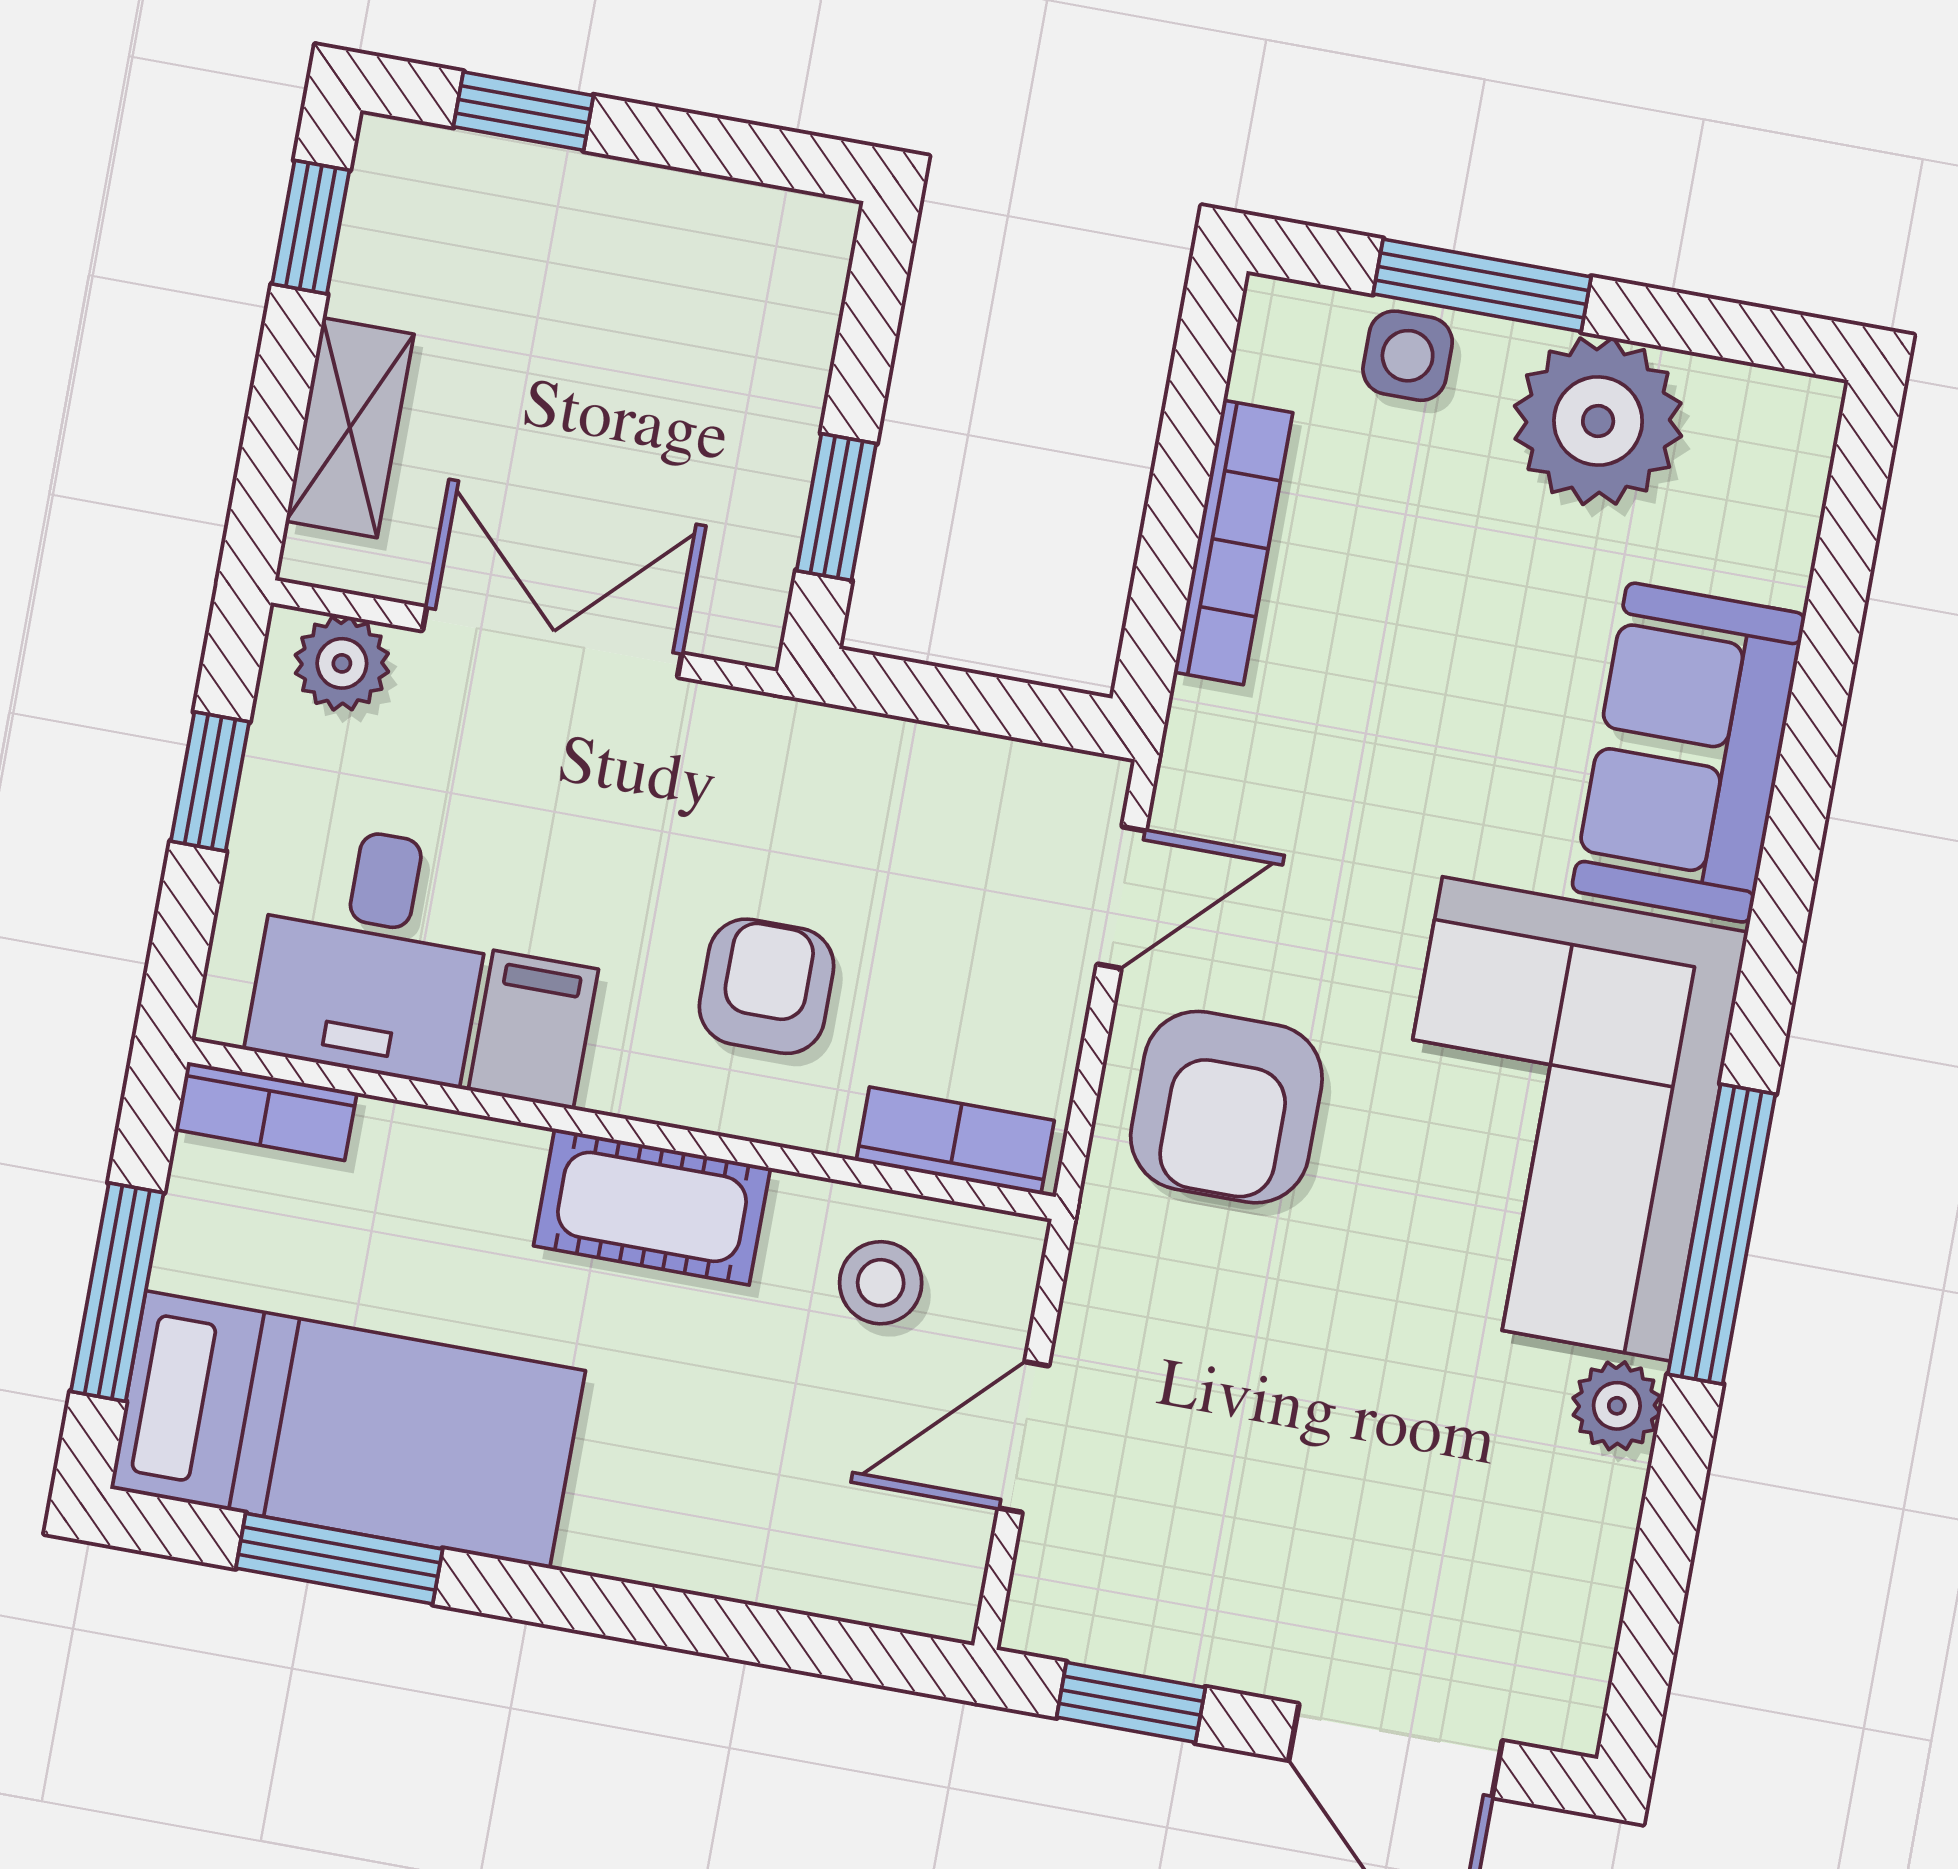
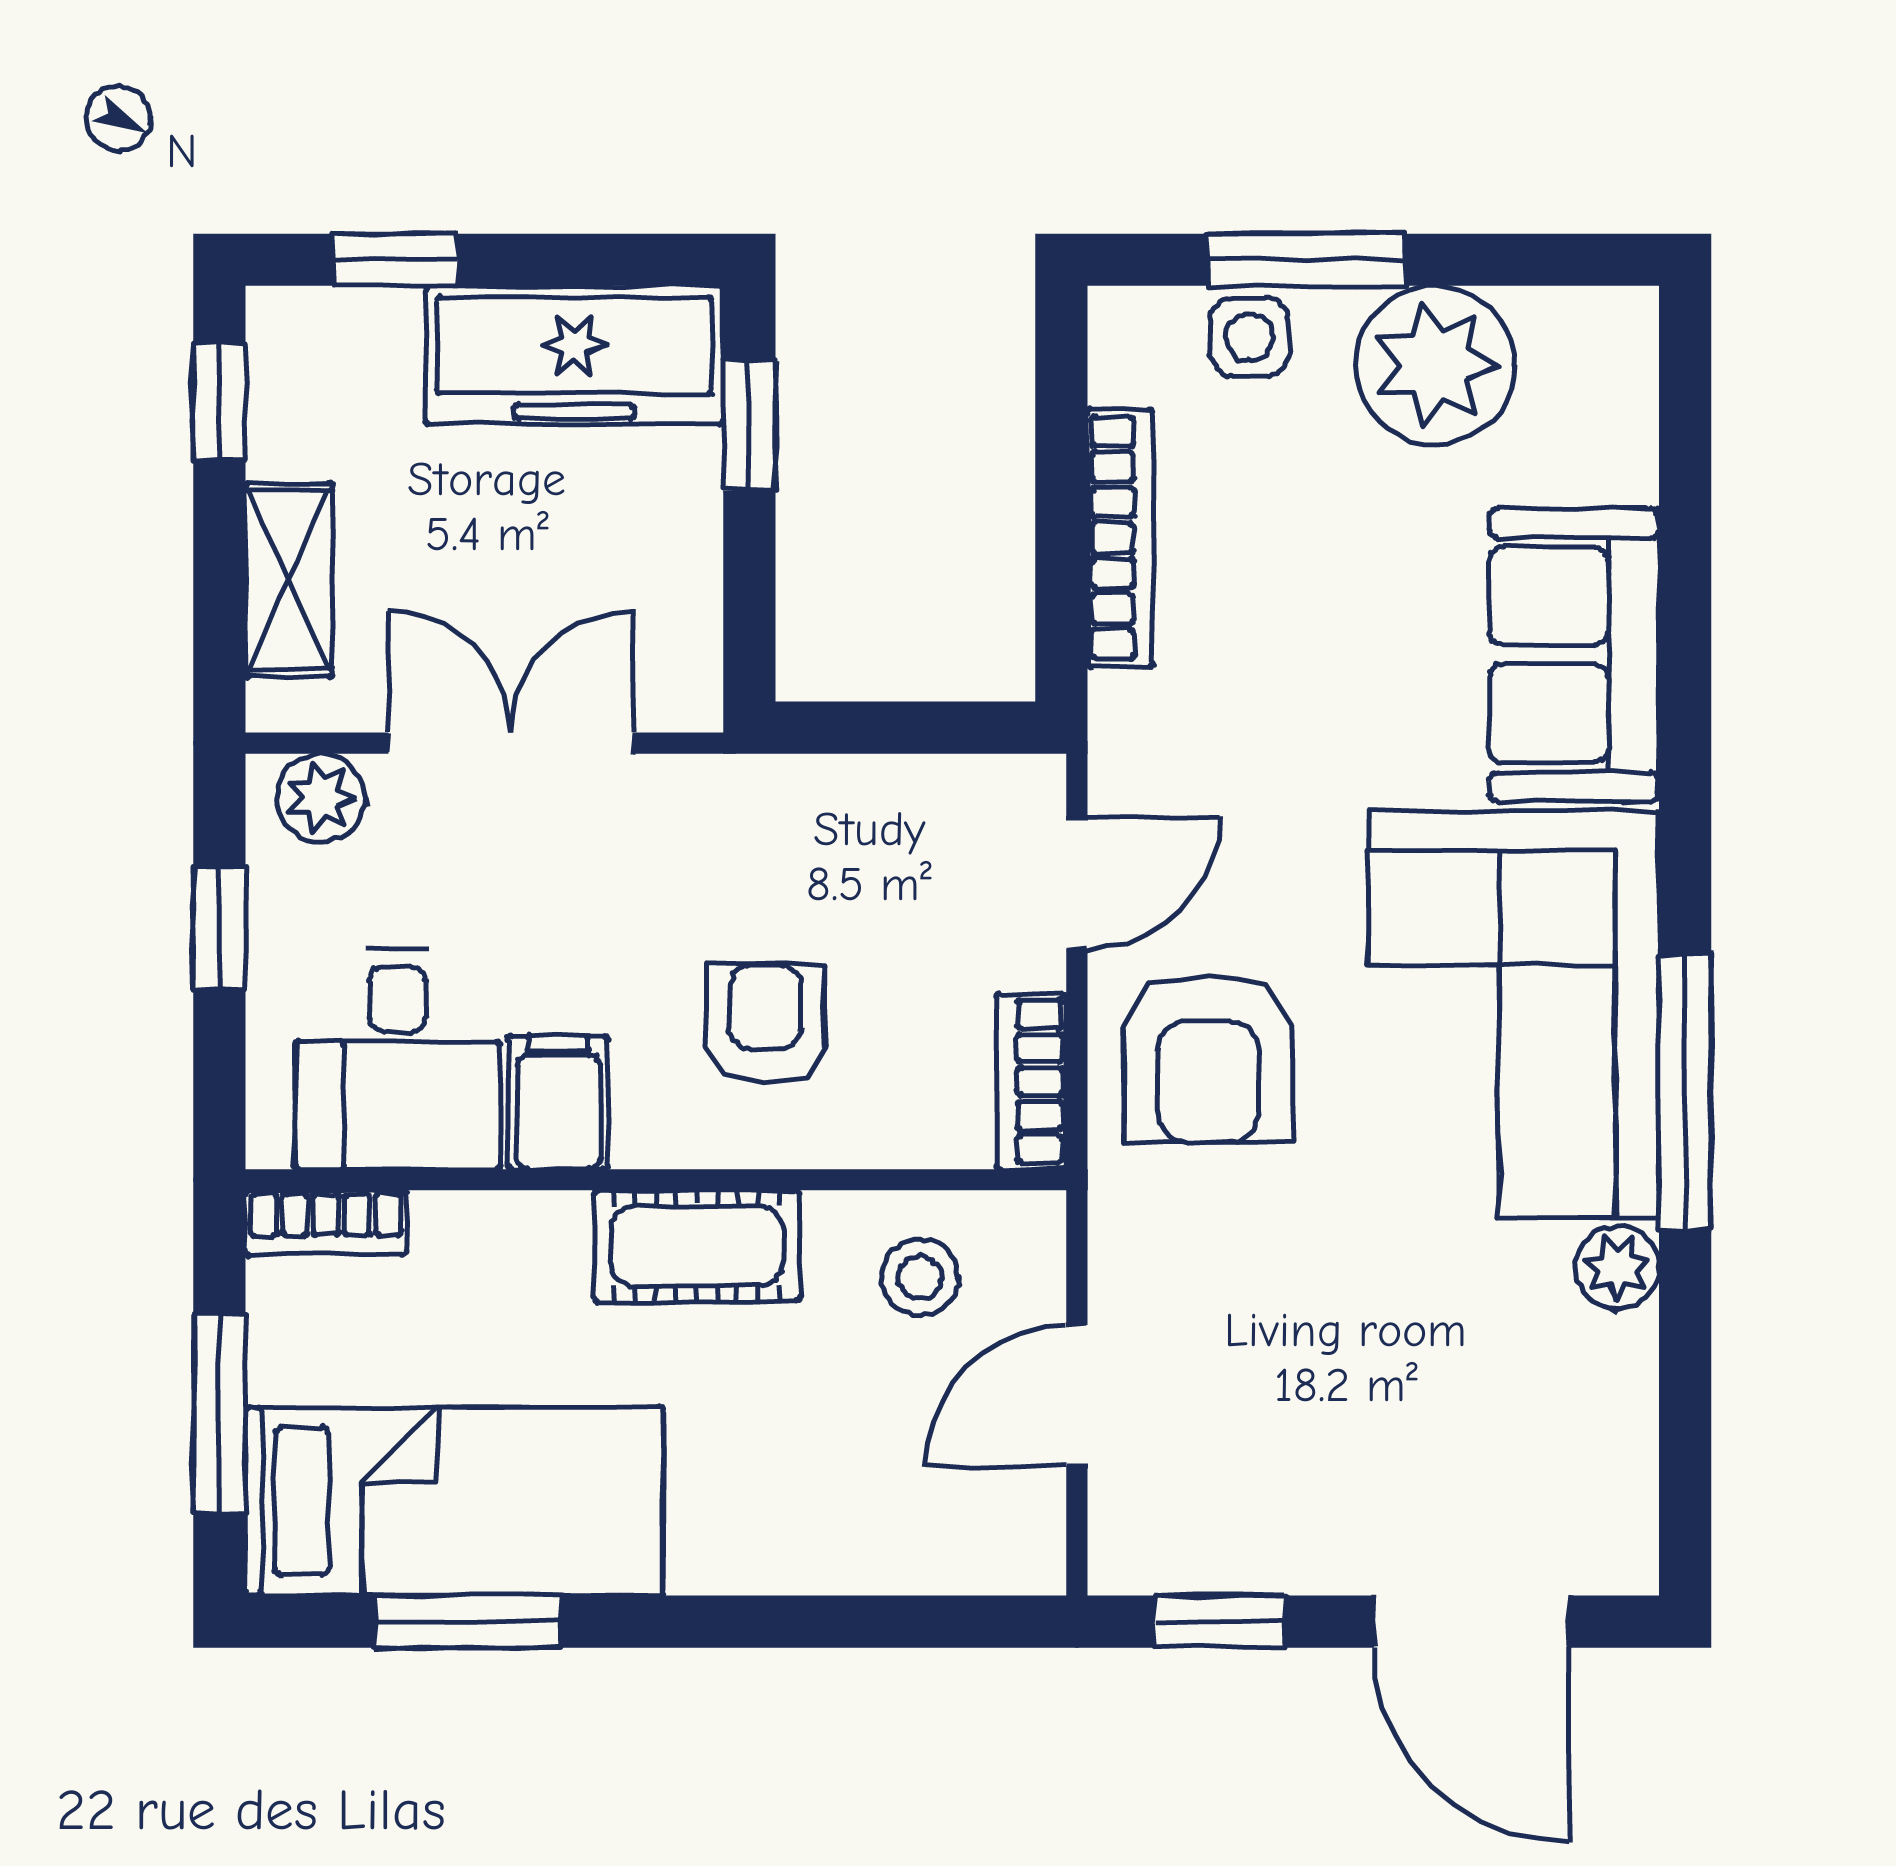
freezer: (694, 246) -> (574, 355), added
window: (836, 507) -> (749, 425), moved
bookcase: (955, 1141) -> (1031, 1082), moved, turned -90

